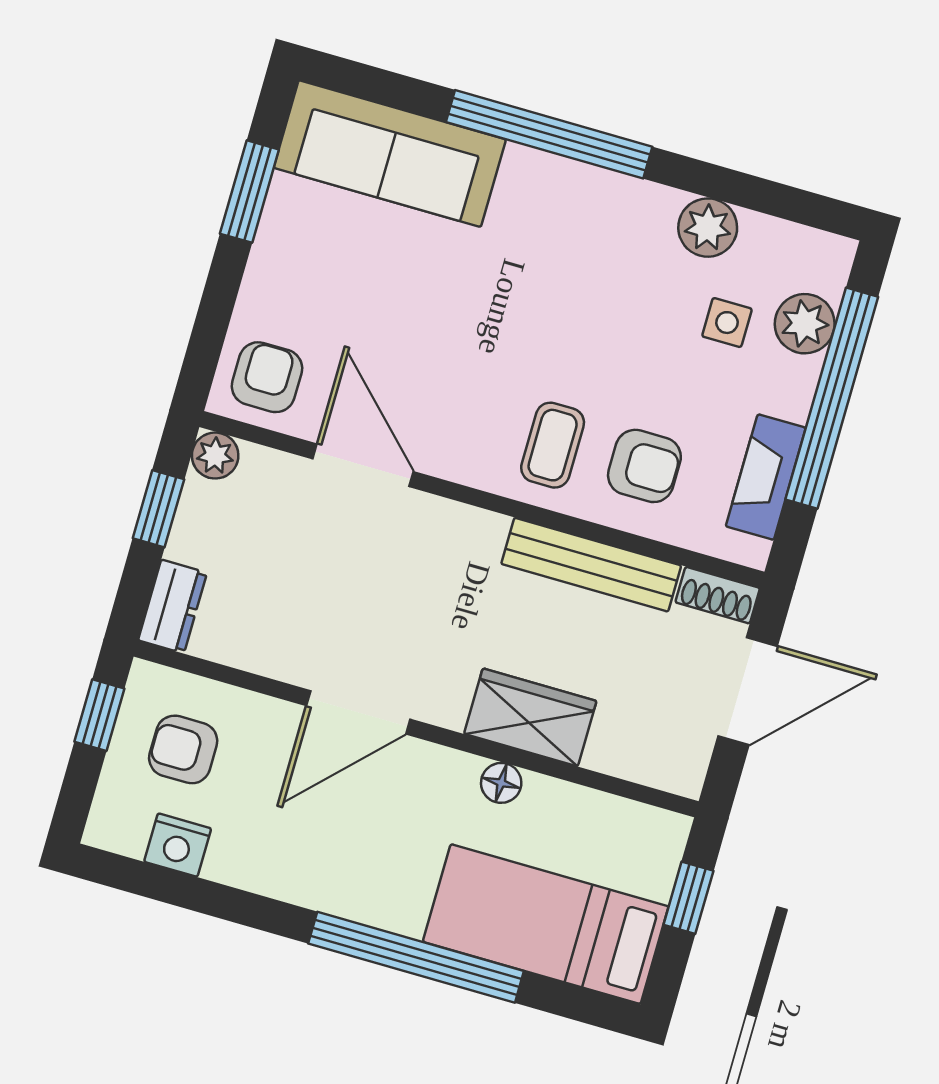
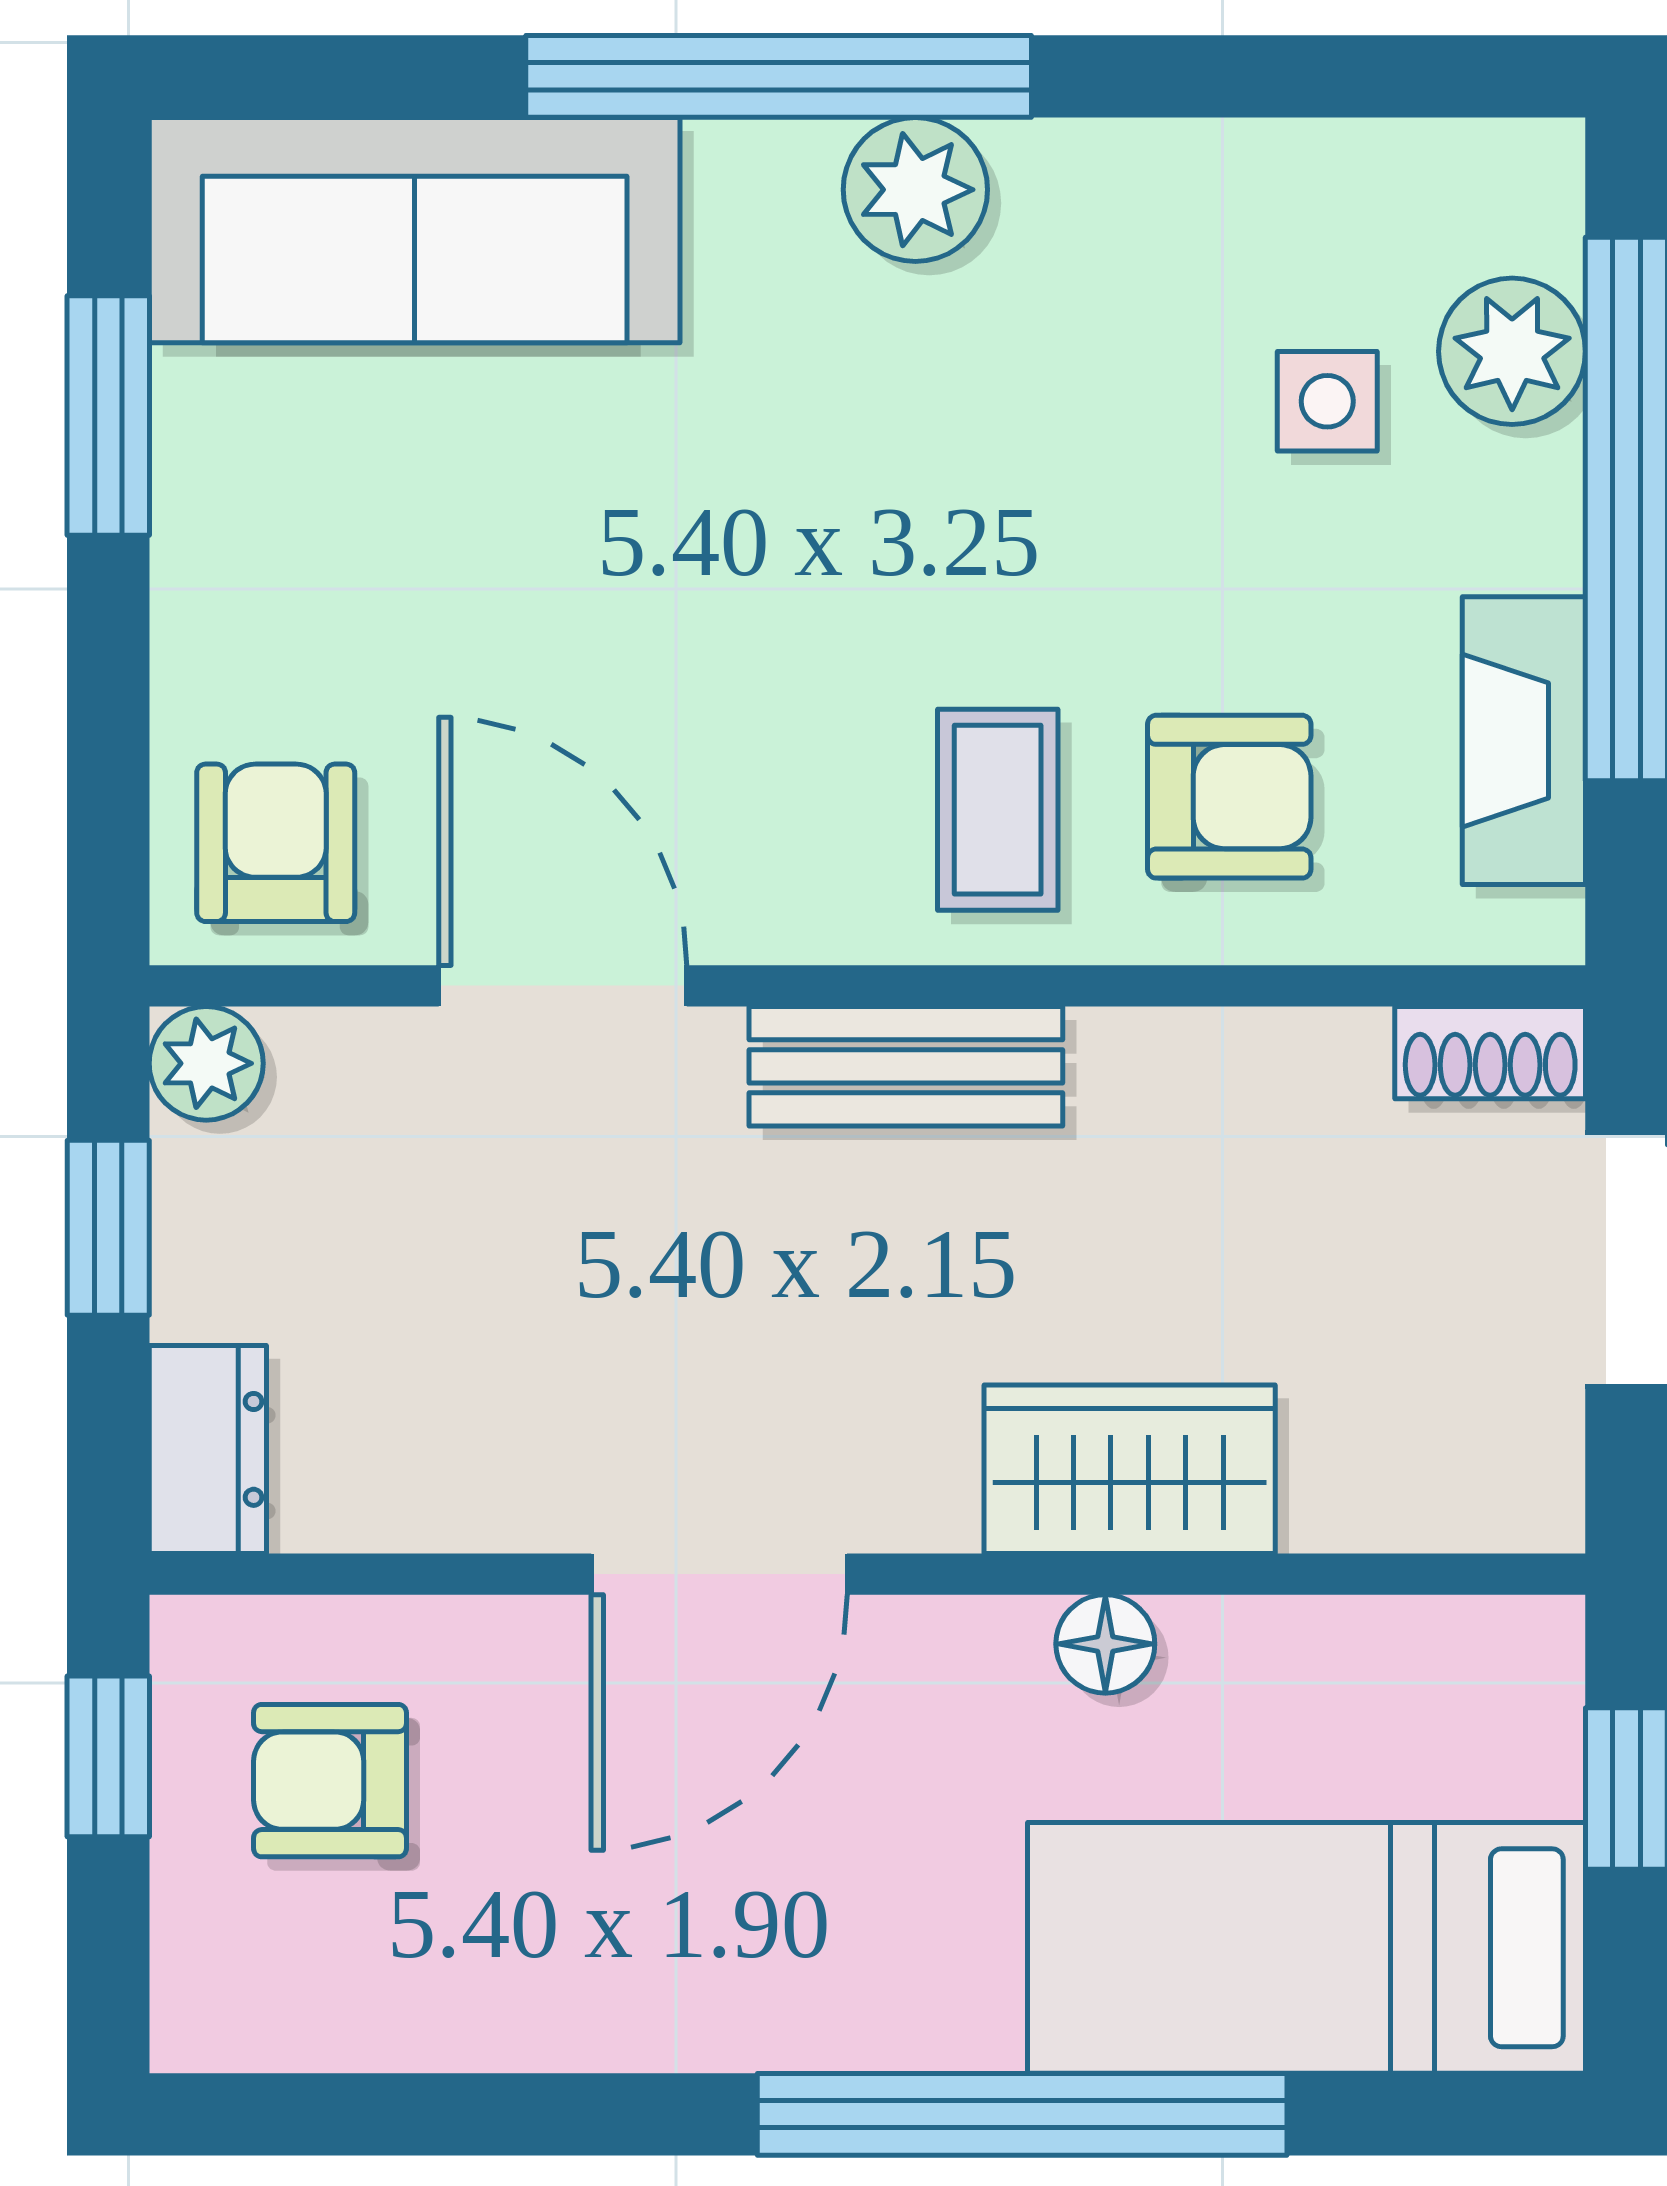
plant: (708, 228) -> (915, 190), moved
bench: (591, 565) -> (906, 1066), moved, width x0.73
nightstand: (178, 845) -> (382, 2011), removed

